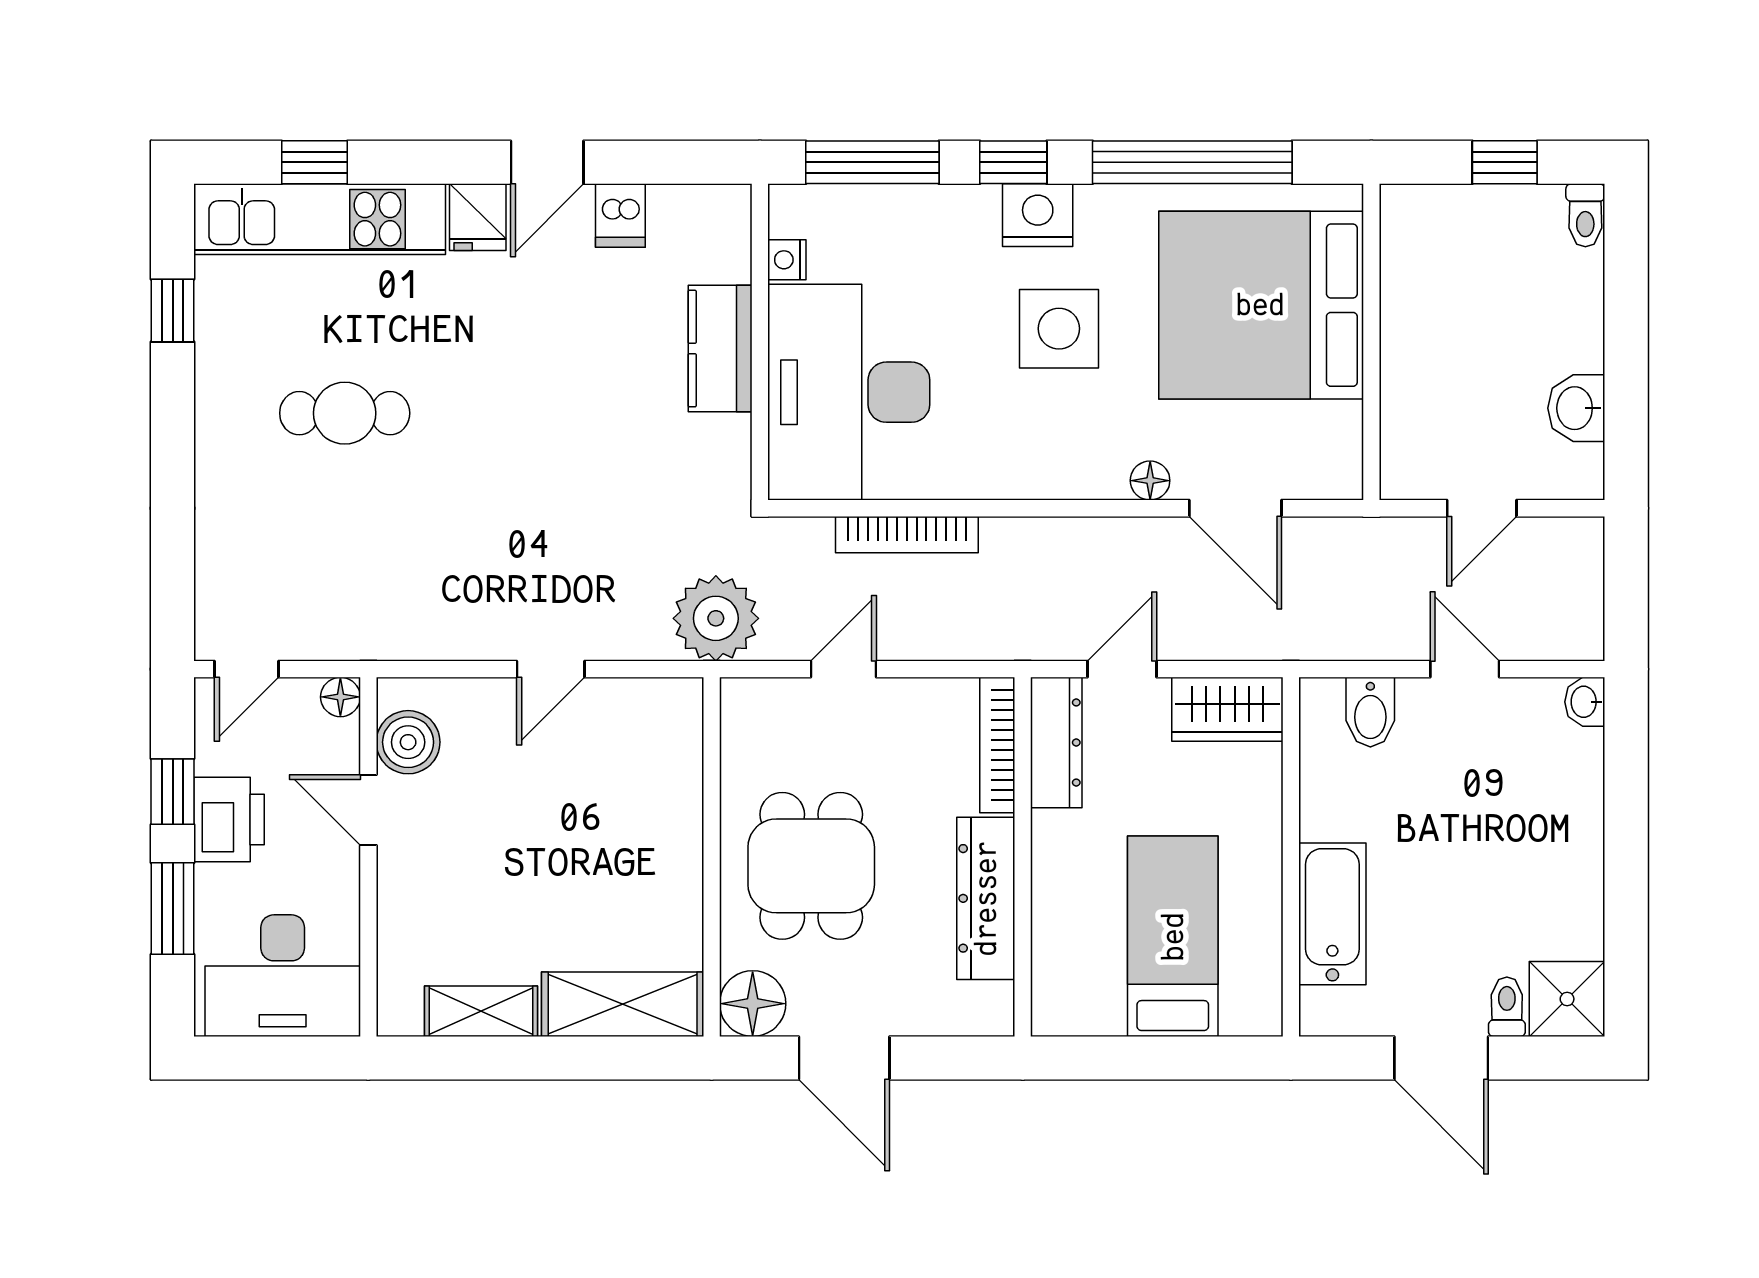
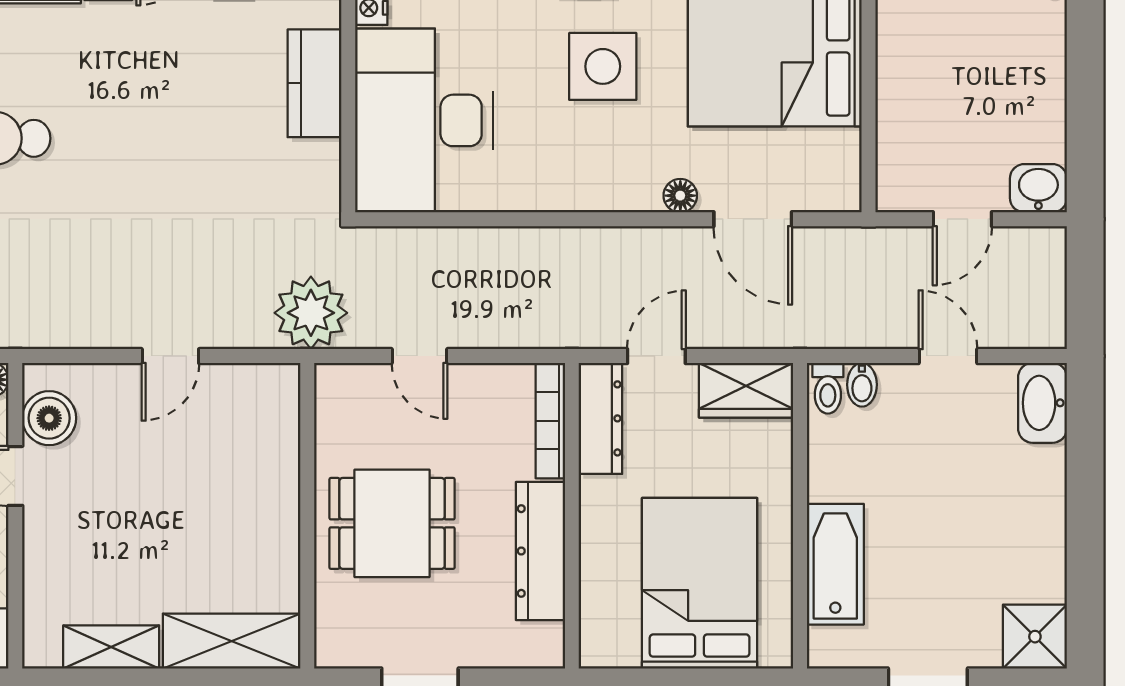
washbasin: (1576, 408) -> (1038, 188), moved, turned 90
bookcase: (907, 535) -> (473, 242), removed
door: (844, 669) -> (420, 356), swing flipped
washbasin: (1585, 702) -> (1042, 403), width x1.91, depth x1.45
bidet: (1370, 712) -> (862, 385), width x0.72, depth x0.74
dining table: (811, 866) -> (392, 523), turned 90
bed: (1173, 936) -> (700, 583), width x1.50
floor lamp: (753, 1004) -> (342, 640), removed
toilet: (1507, 1007) -> (828, 388), moved, turned 180

